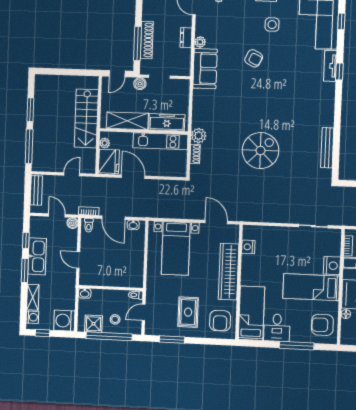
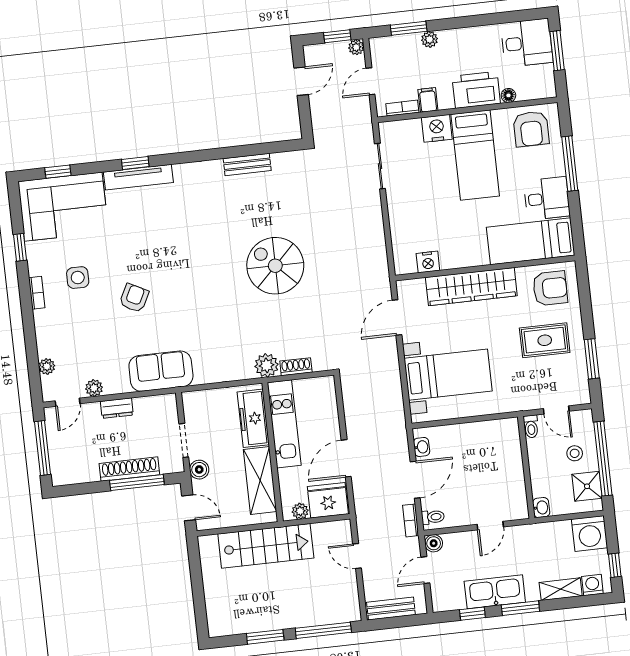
plant: (200, 42) -> (94, 388), moved
tv unit: (330, 66) -> (138, 177), width x1.41
bench: (327, 148) -> (247, 165), width x0.73

